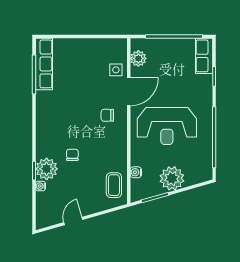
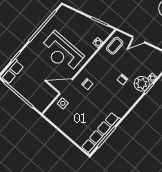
plant: (138, 58) -> (46, 99), removed
row of seats: (44, 64) -> (101, 133), width x1.36
reception desk: (167, 126) -> (62, 52), turned 180
plant: (172, 178) -> (82, 24), removed
door: (73, 221) -> (139, 40), moved

